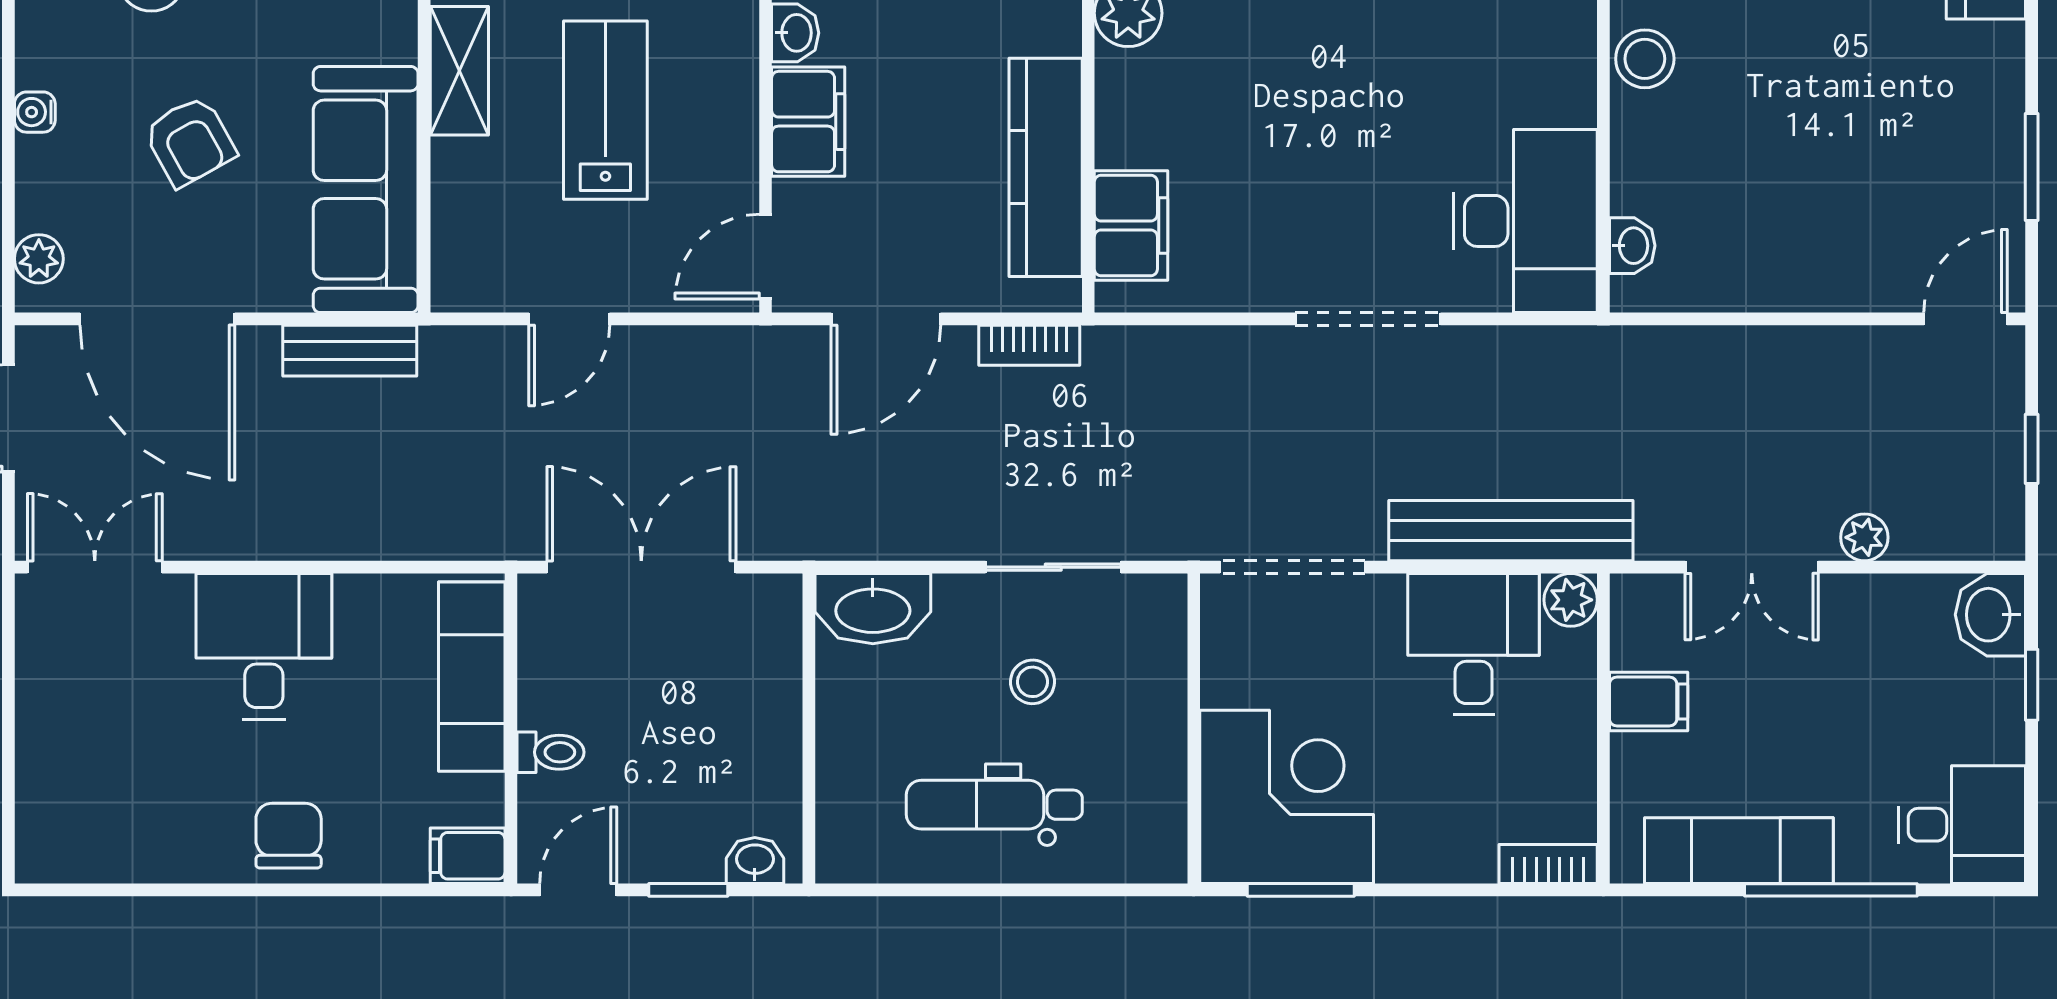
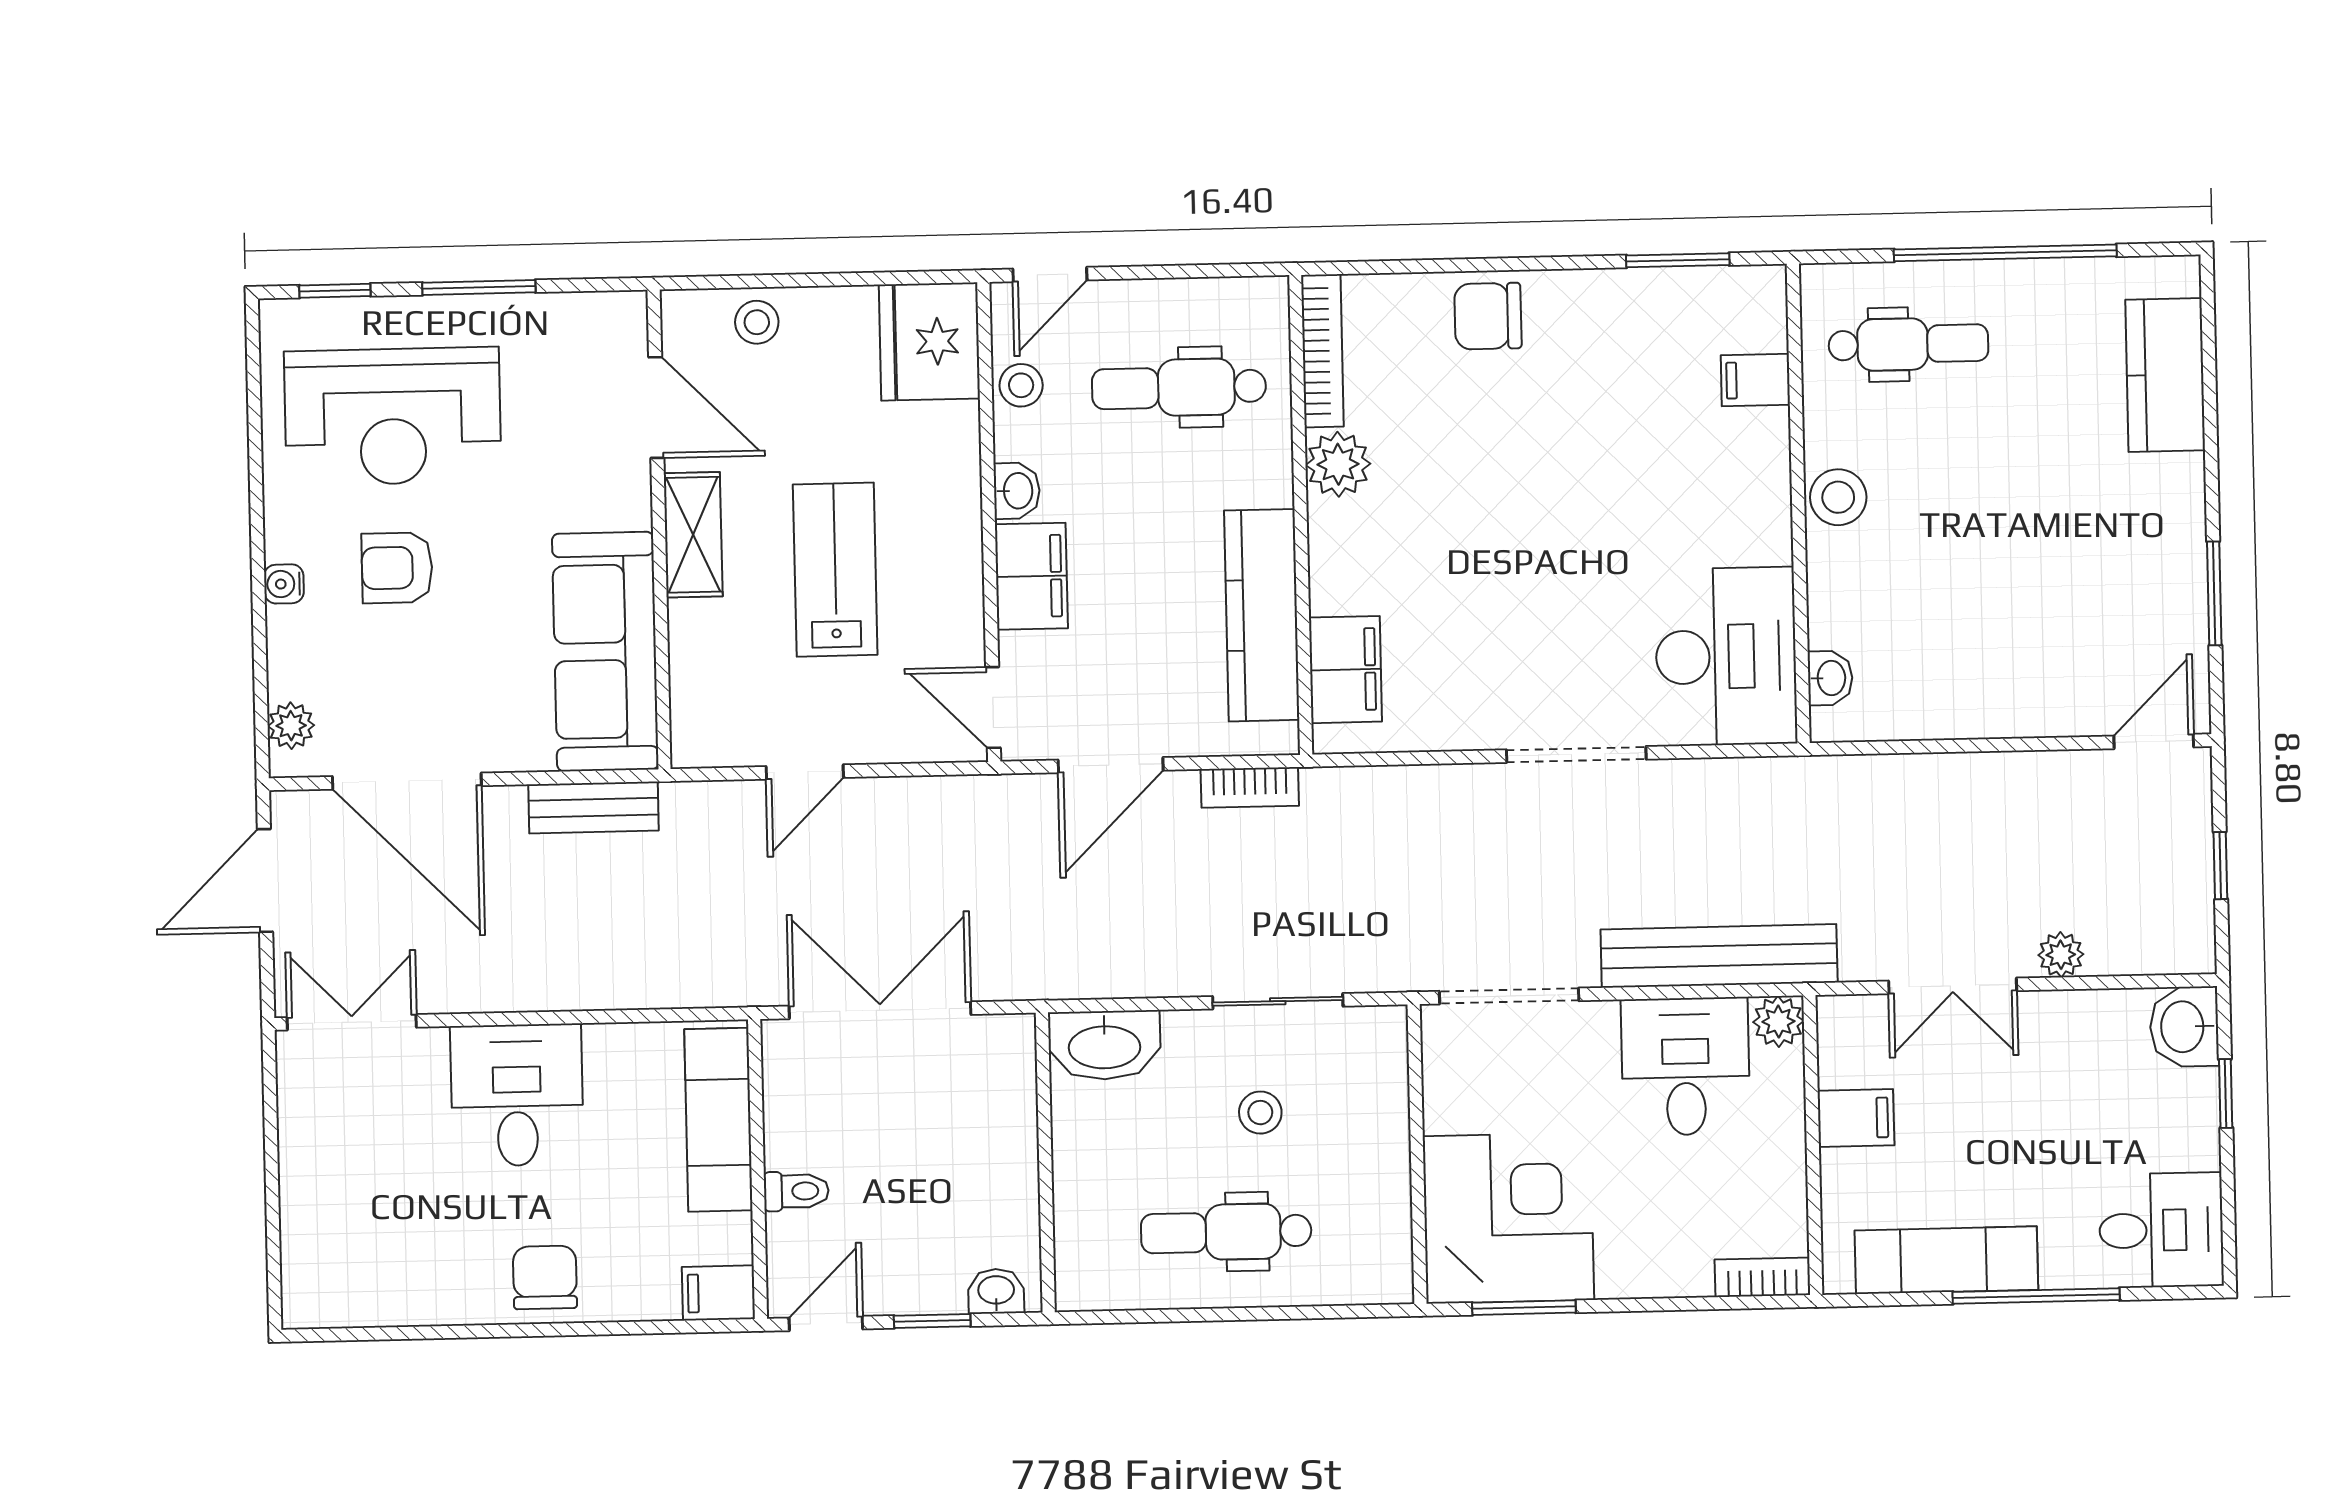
armchair: (190, 141) -> (397, 568), moved, turned 119
door: (766, 257) -> (993, 708), hinge flipped

